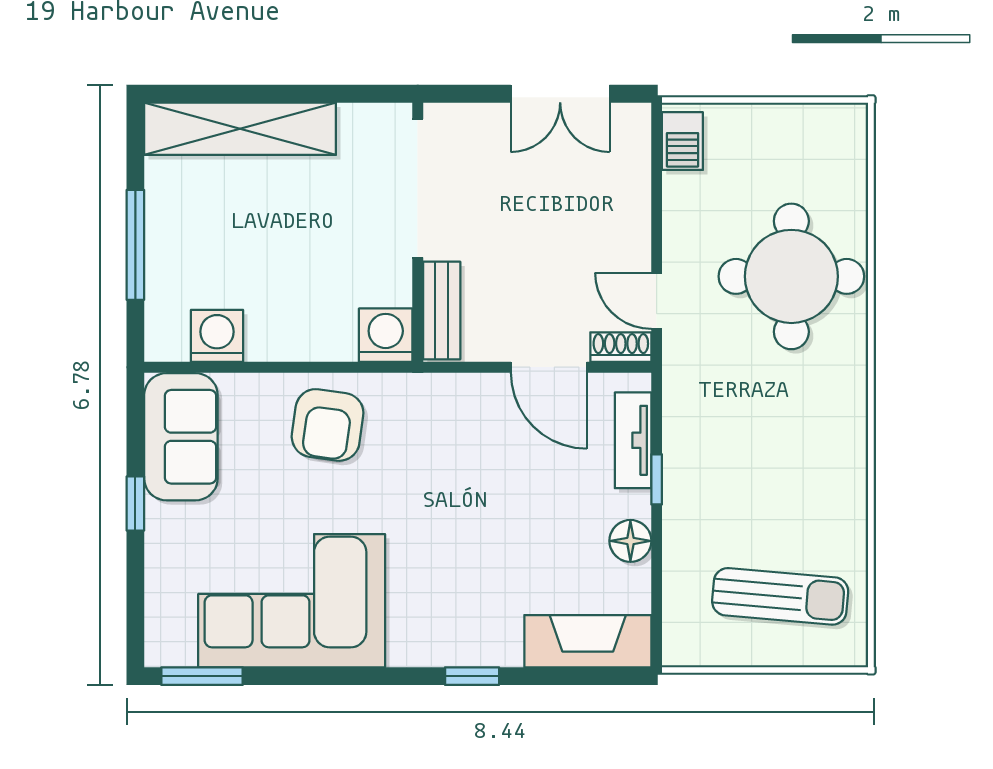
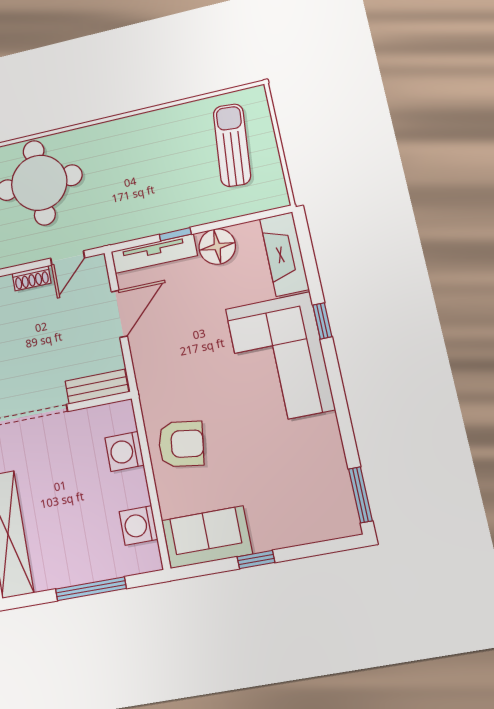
washing machine: (386, 335) -> (124, 451), moved
shoe rack: (621, 347) -> (32, 278), moved, turned -90
tv unit: (633, 440) -> (154, 254), width x1.41
floor lamp: (630, 541) -> (217, 246), width x1.38, depth x1.38
corner sofa: (292, 601) -> (280, 359), moved

